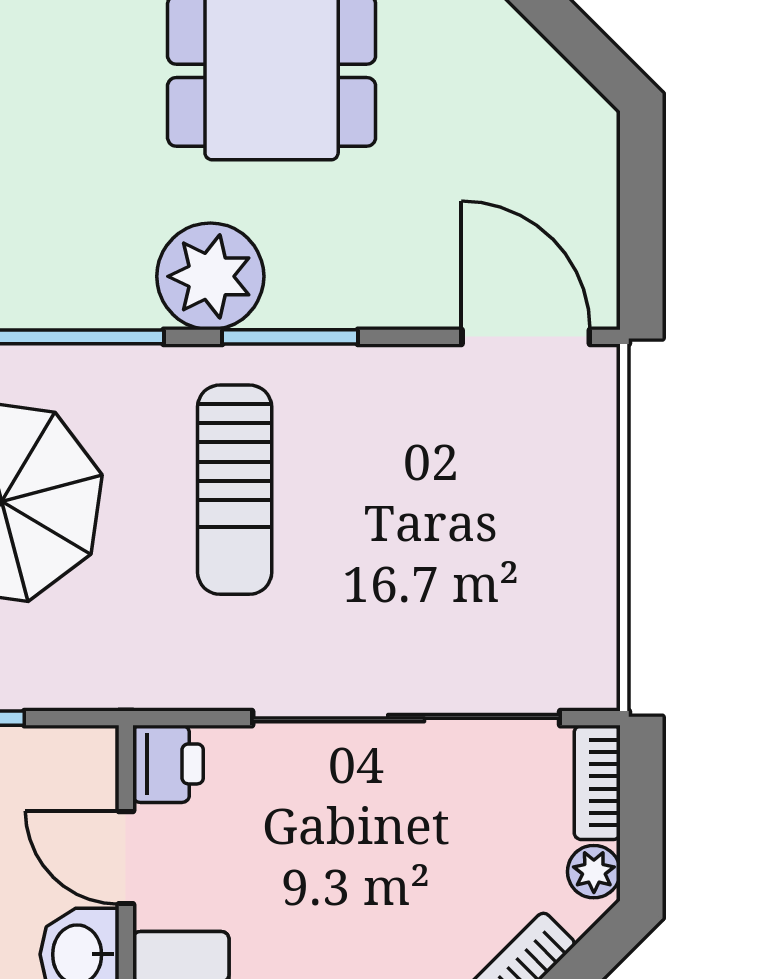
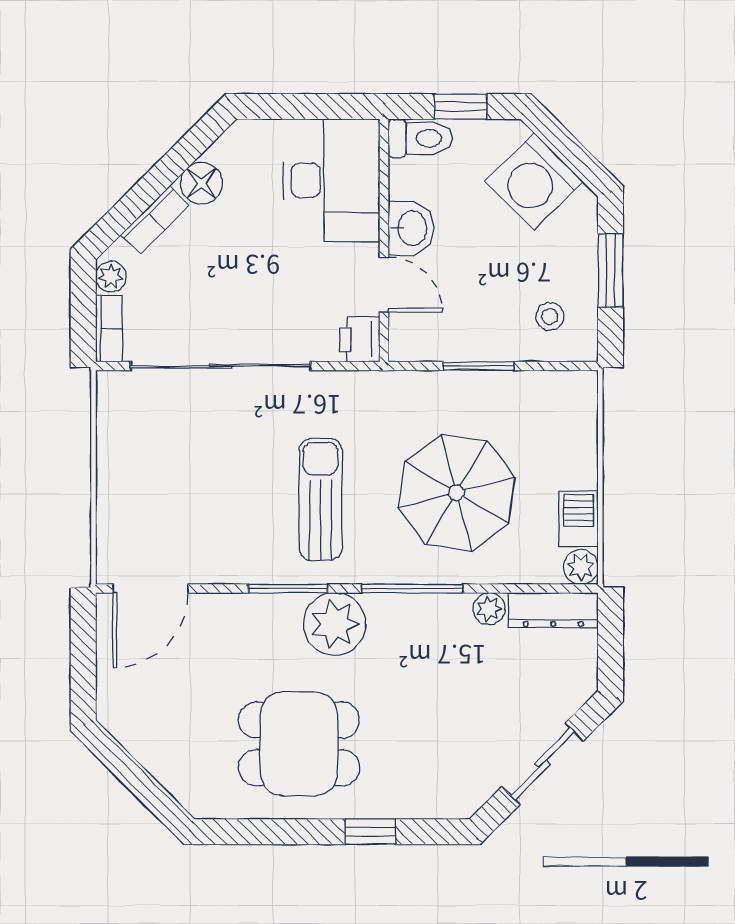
door: (526, 337) -> (151, 589), hinge flipped

